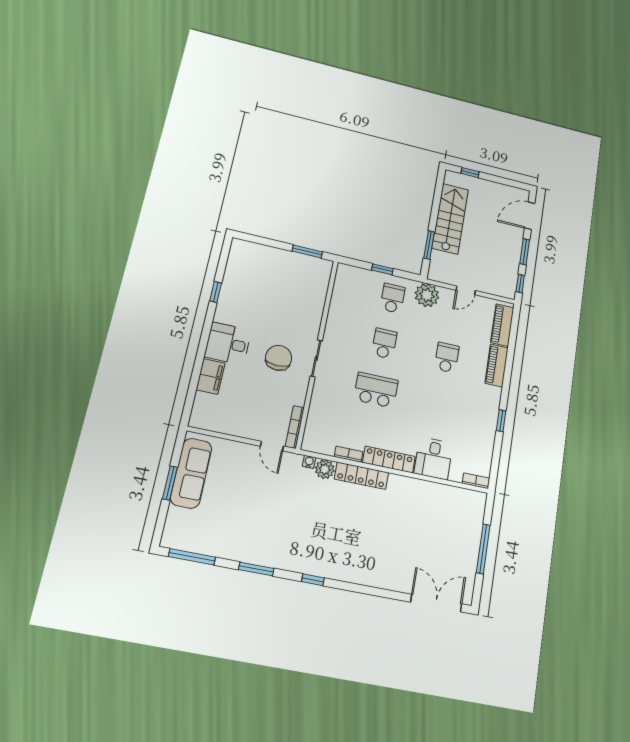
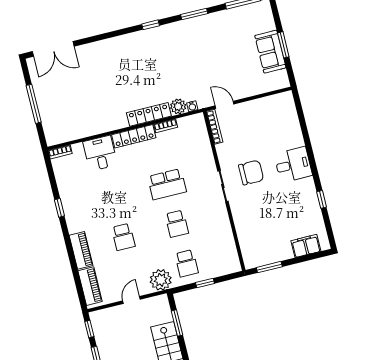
chair: (279, 358) -> (251, 173), turned -90
filing cabinet: (211, 376) -> (306, 246), moved, turned 90
sofa: (191, 473) -> (270, 52), width x0.73

